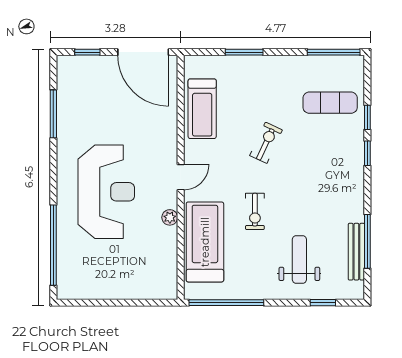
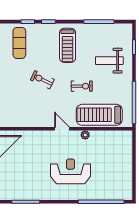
treadmill: (202, 109) -> (68, 45), moved, turned 90
reception desk: (106, 192) -> (71, 171), width x0.74, depth x0.77
bench: (356, 252) -> (105, 28), removed

